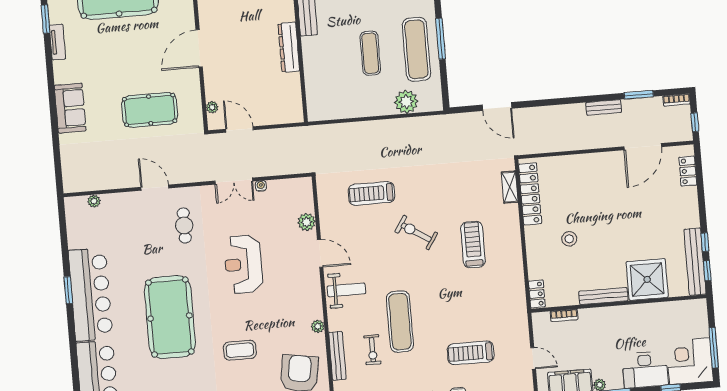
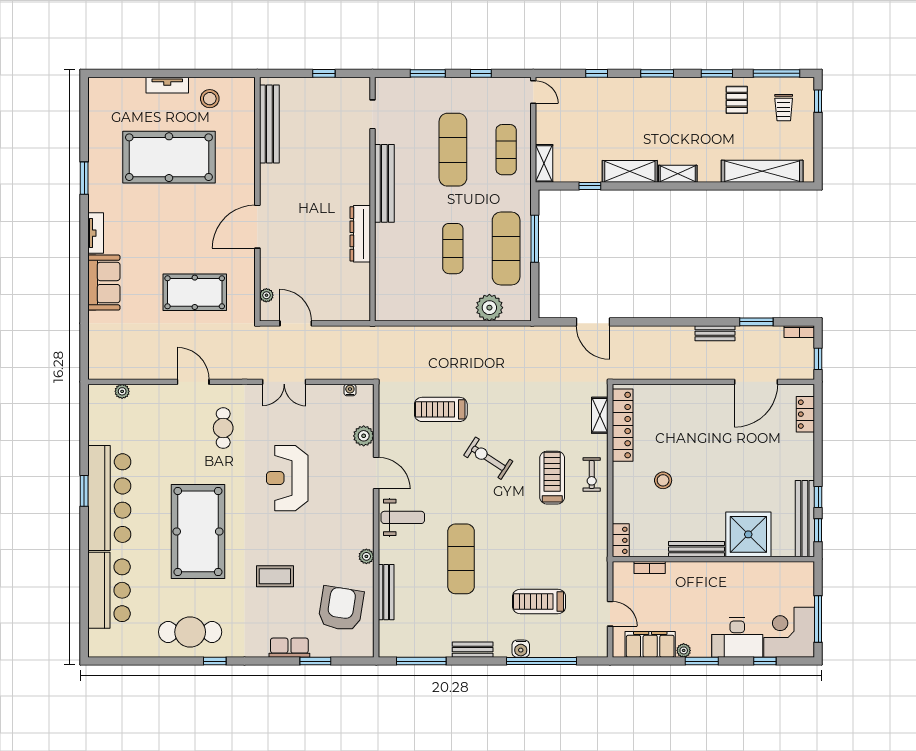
tv unit: (57, 42) -> (96, 233), moved
water cooler: (261, 186) -> (350, 390), moved
exercise bike: (372, 350) -> (592, 474), moved

